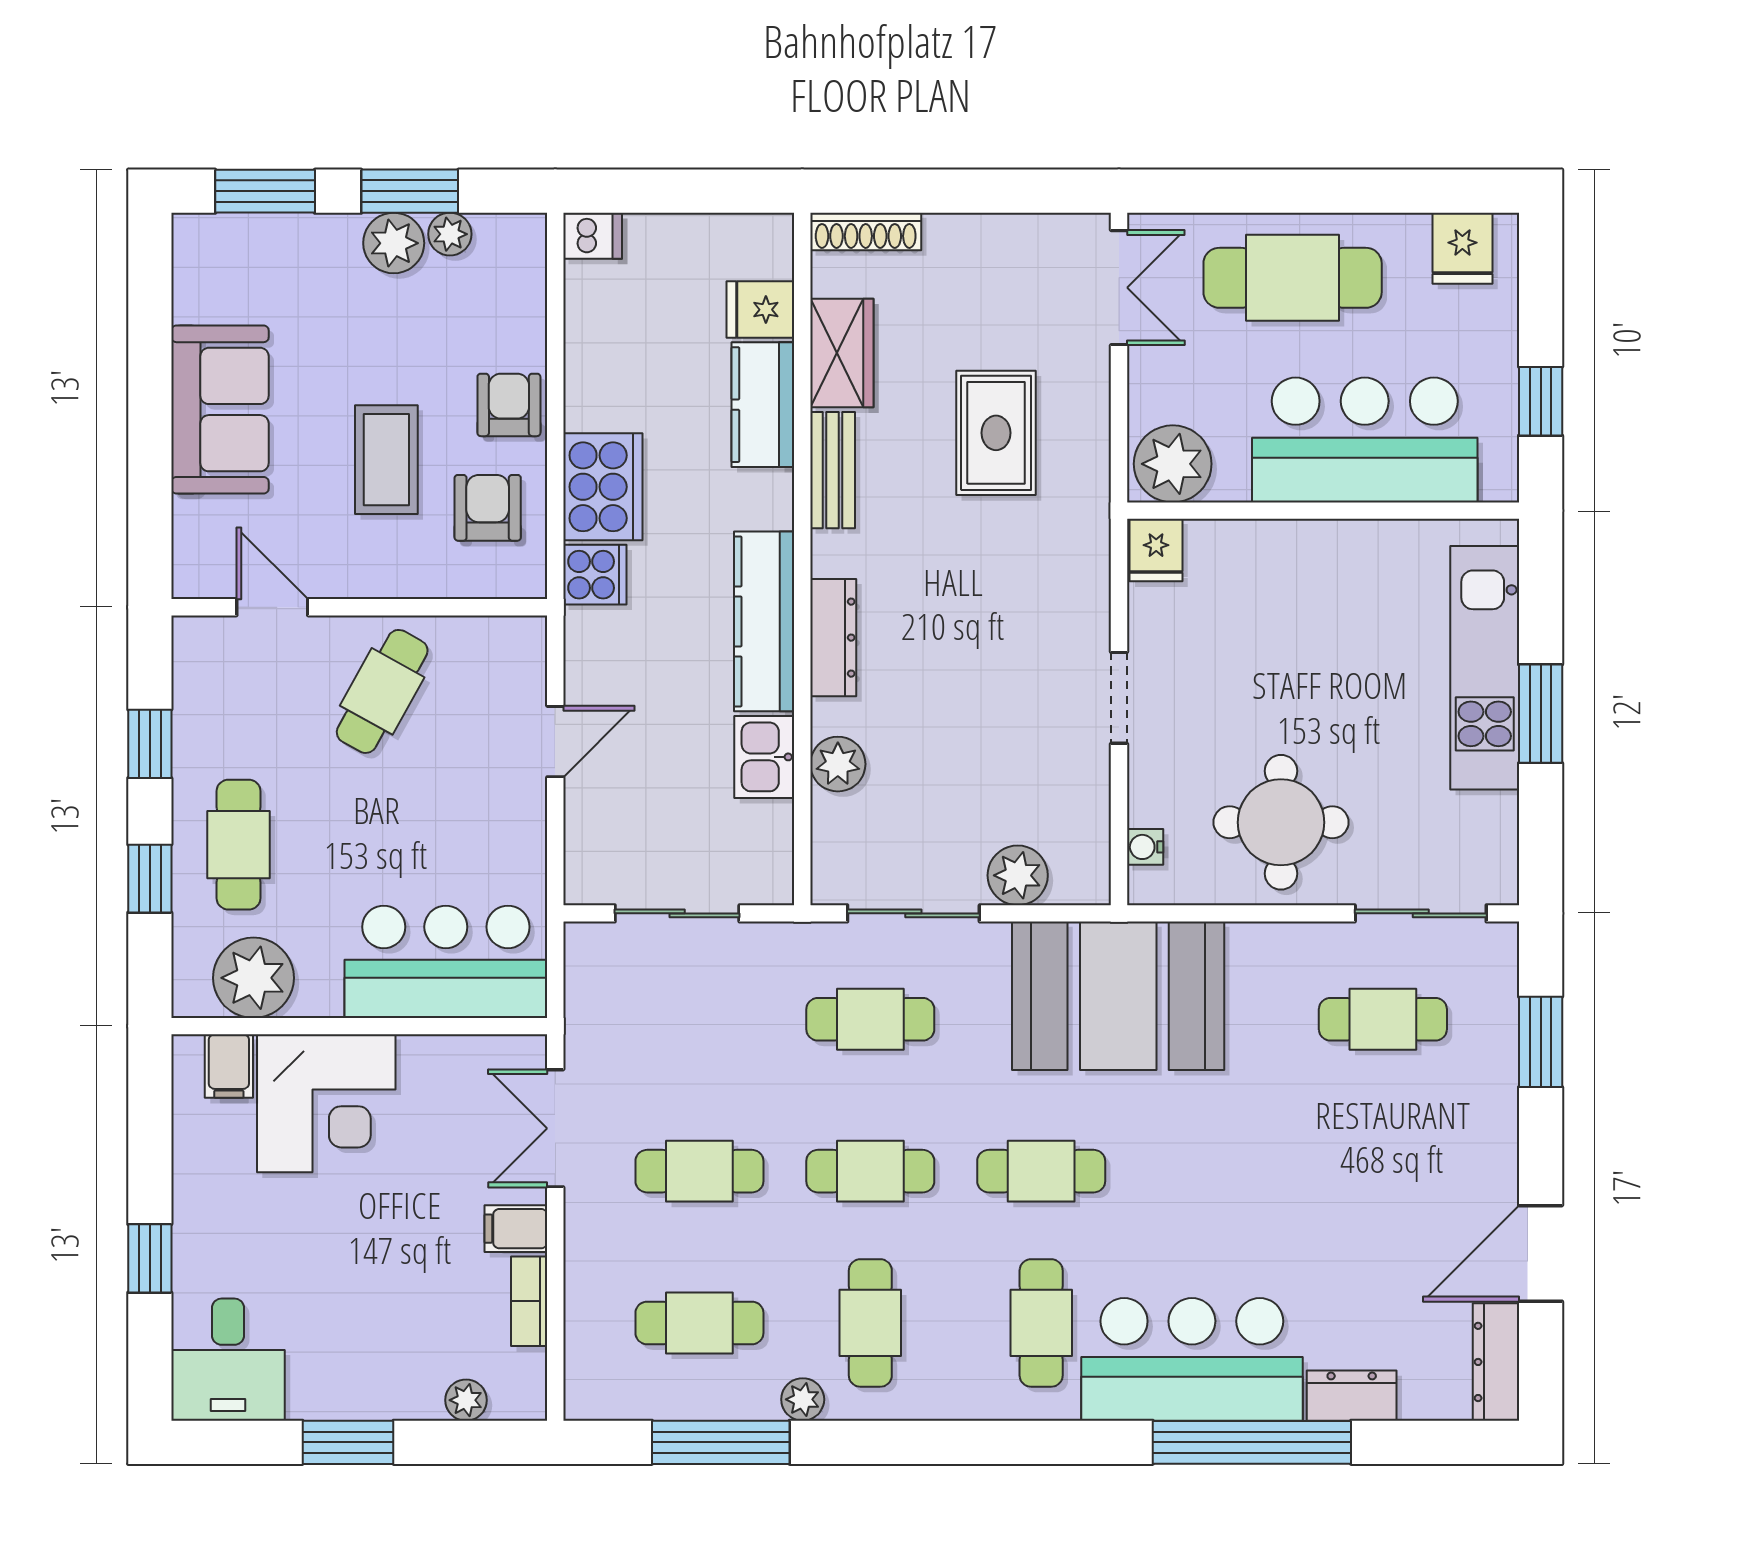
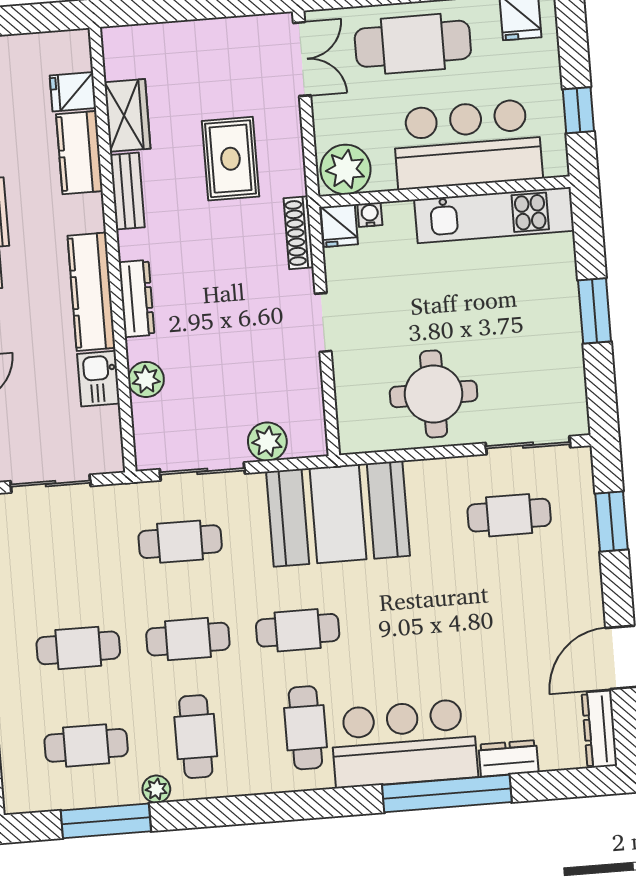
shoe rack: (866, 231) -> (299, 233), moved, turned 90
kitchen unit: (1485, 668) -> (494, 215), moved, turned -90
water cooler: (1145, 847) -> (370, 215), moved, turned 90

